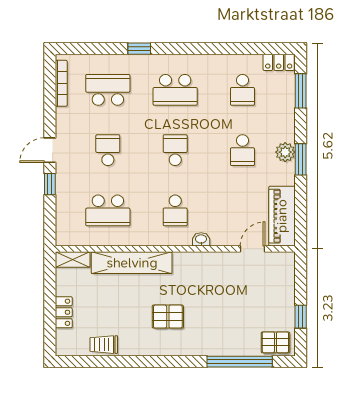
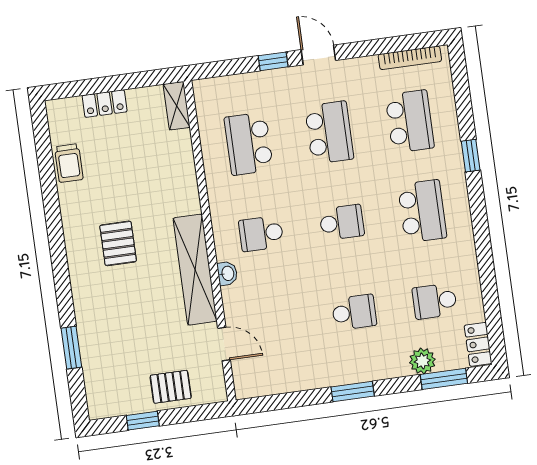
school desk: (175, 90) -> (422, 211), turned 180
school desk: (108, 150) -> (329, 133), width x1.85
school desk: (242, 150) -> (354, 312), turned 180
plant: (285, 152) -> (422, 361), moved
piano: (282, 216) -> (273, 377), removed
shelving: (132, 263) -> (195, 270), moved
pallet: (275, 342) -> (171, 387), moved, turned 90
trolley: (104, 345) -> (69, 163), turned 180
window: (240, 362) -> (71, 348), width x0.47

